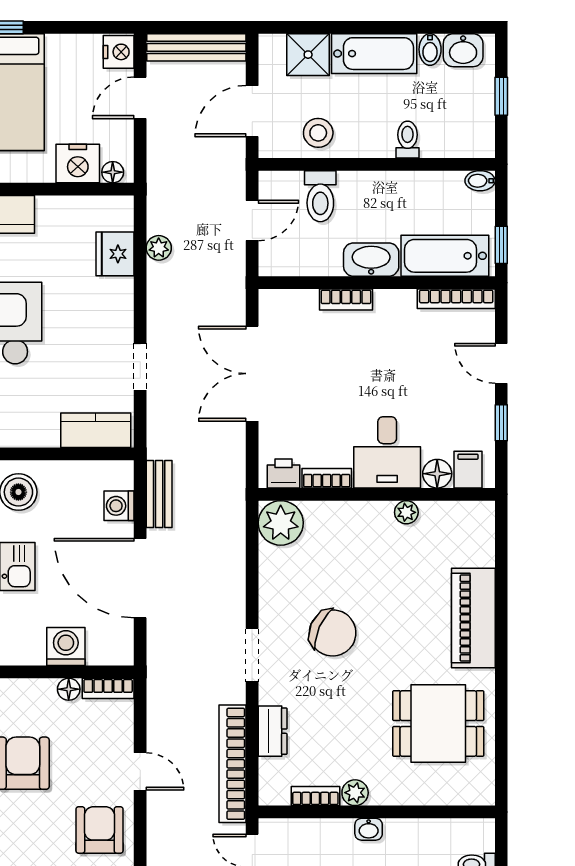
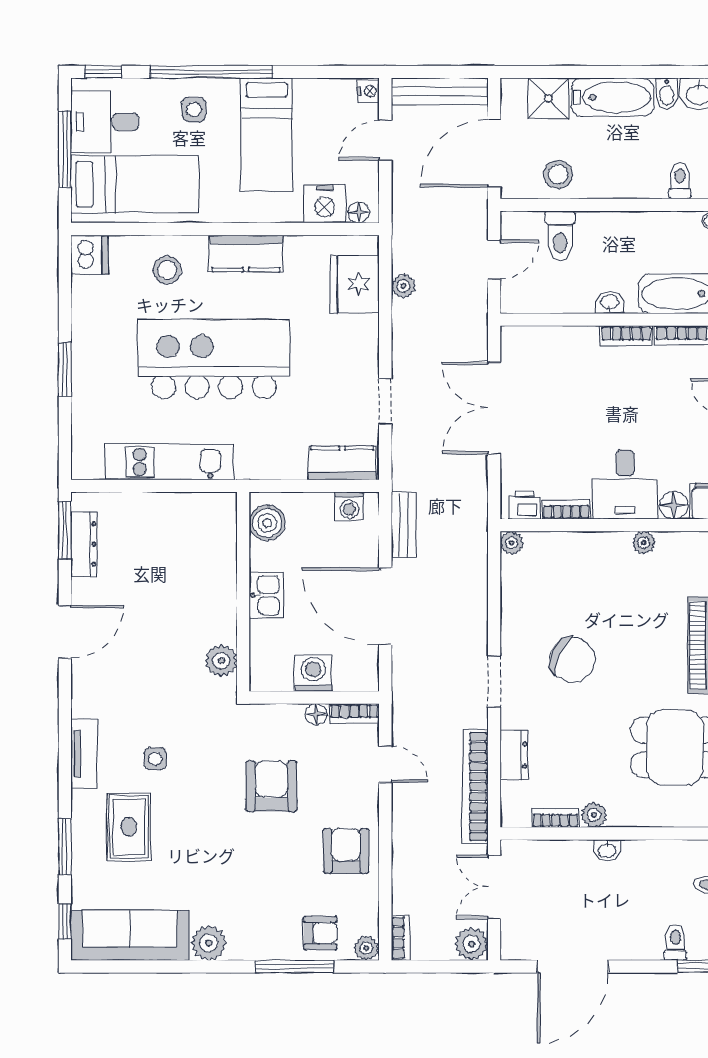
nightstand: (119, 52) -> (368, 91), width x0.72, depth x0.74
door: (252, 111) -> (494, 153), width x1.36
toilet: (408, 140) -> (680, 181), moved
fridge: (115, 254) -> (355, 284), width x1.36, depth x1.34
washbasin: (371, 260) -> (610, 302), width x0.52, depth x0.69
bookcase: (346, 299) -> (626, 336), moved
washing machine: (119, 506) -> (349, 506), moved, turned -90
plant: (281, 523) -> (512, 543), width x0.53, depth x0.53
door: (140, 771) -> (385, 764), moved

